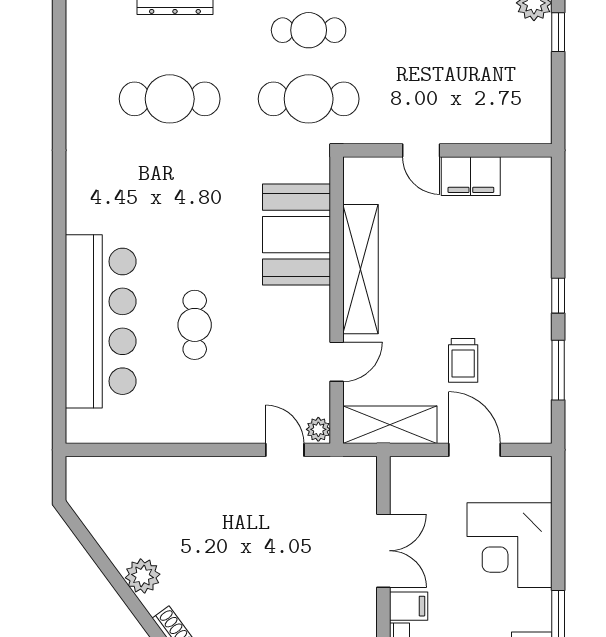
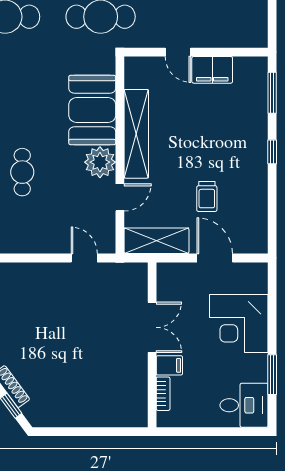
window: (558, 370) -> (272, 93), moved
plant: (318, 429) -> (100, 162), moved, width x1.88, depth x1.88

